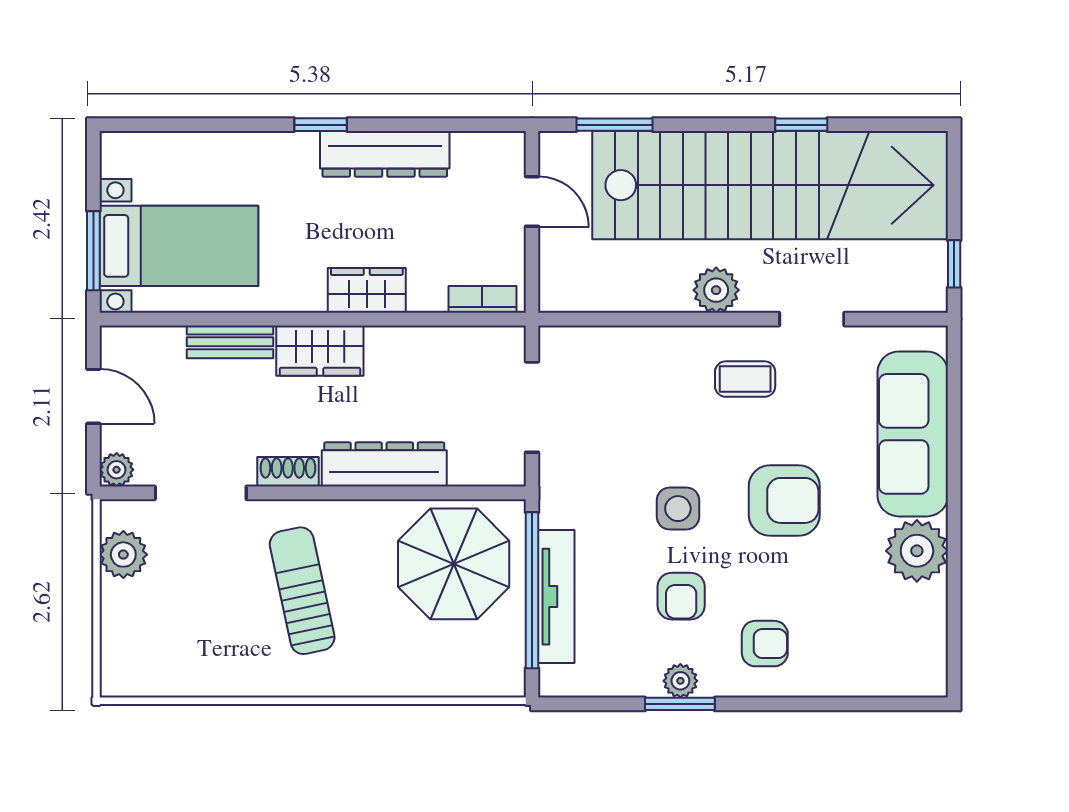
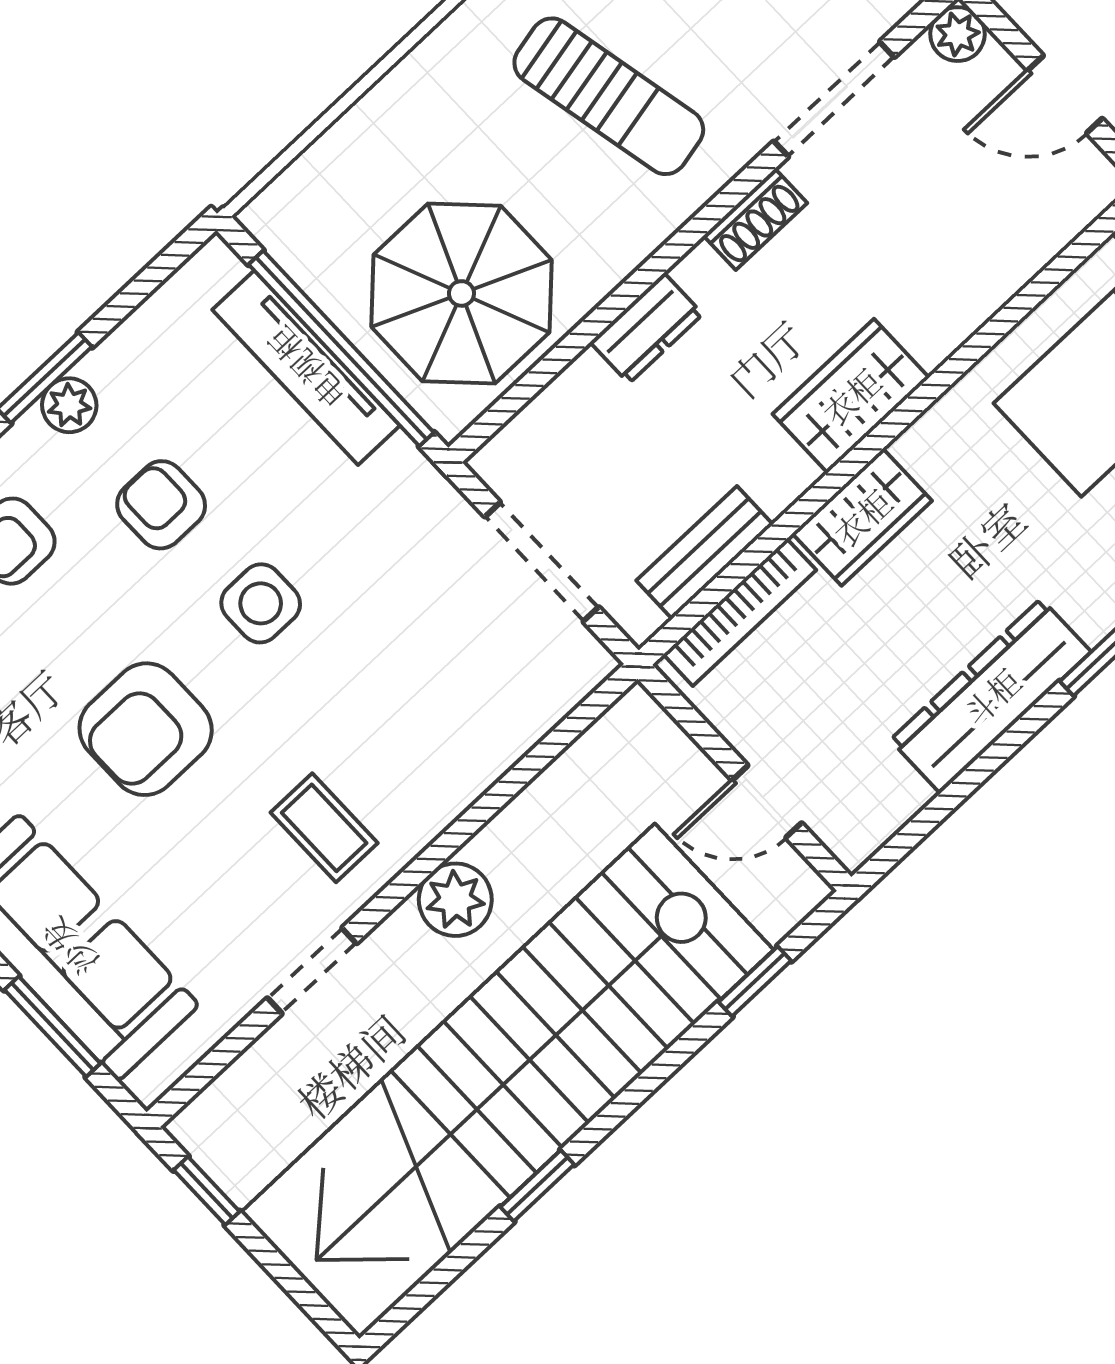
window: (614, 125) -> (755, 981), width x0.67
bookcase: (482, 299) -> (740, 612), width x1.56
bench: (230, 342) -> (704, 552), moved
coffee table: (745, 379) -> (324, 828), turned 90
window: (954, 405) -> (52, 1027), added
dresser: (384, 464) -> (646, 328), width x0.51, depth x0.80

